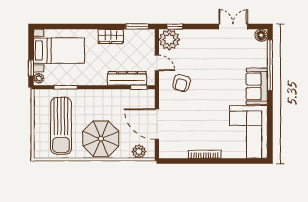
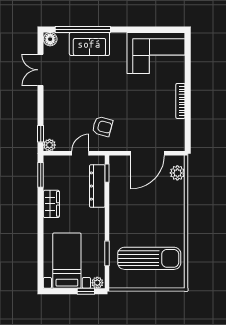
plant: (169, 40) -> (49, 145), width x0.53, depth x0.53
sofa: (257, 86) -> (89, 44), moved
parasol: (101, 139) -> (163, 215), removed

